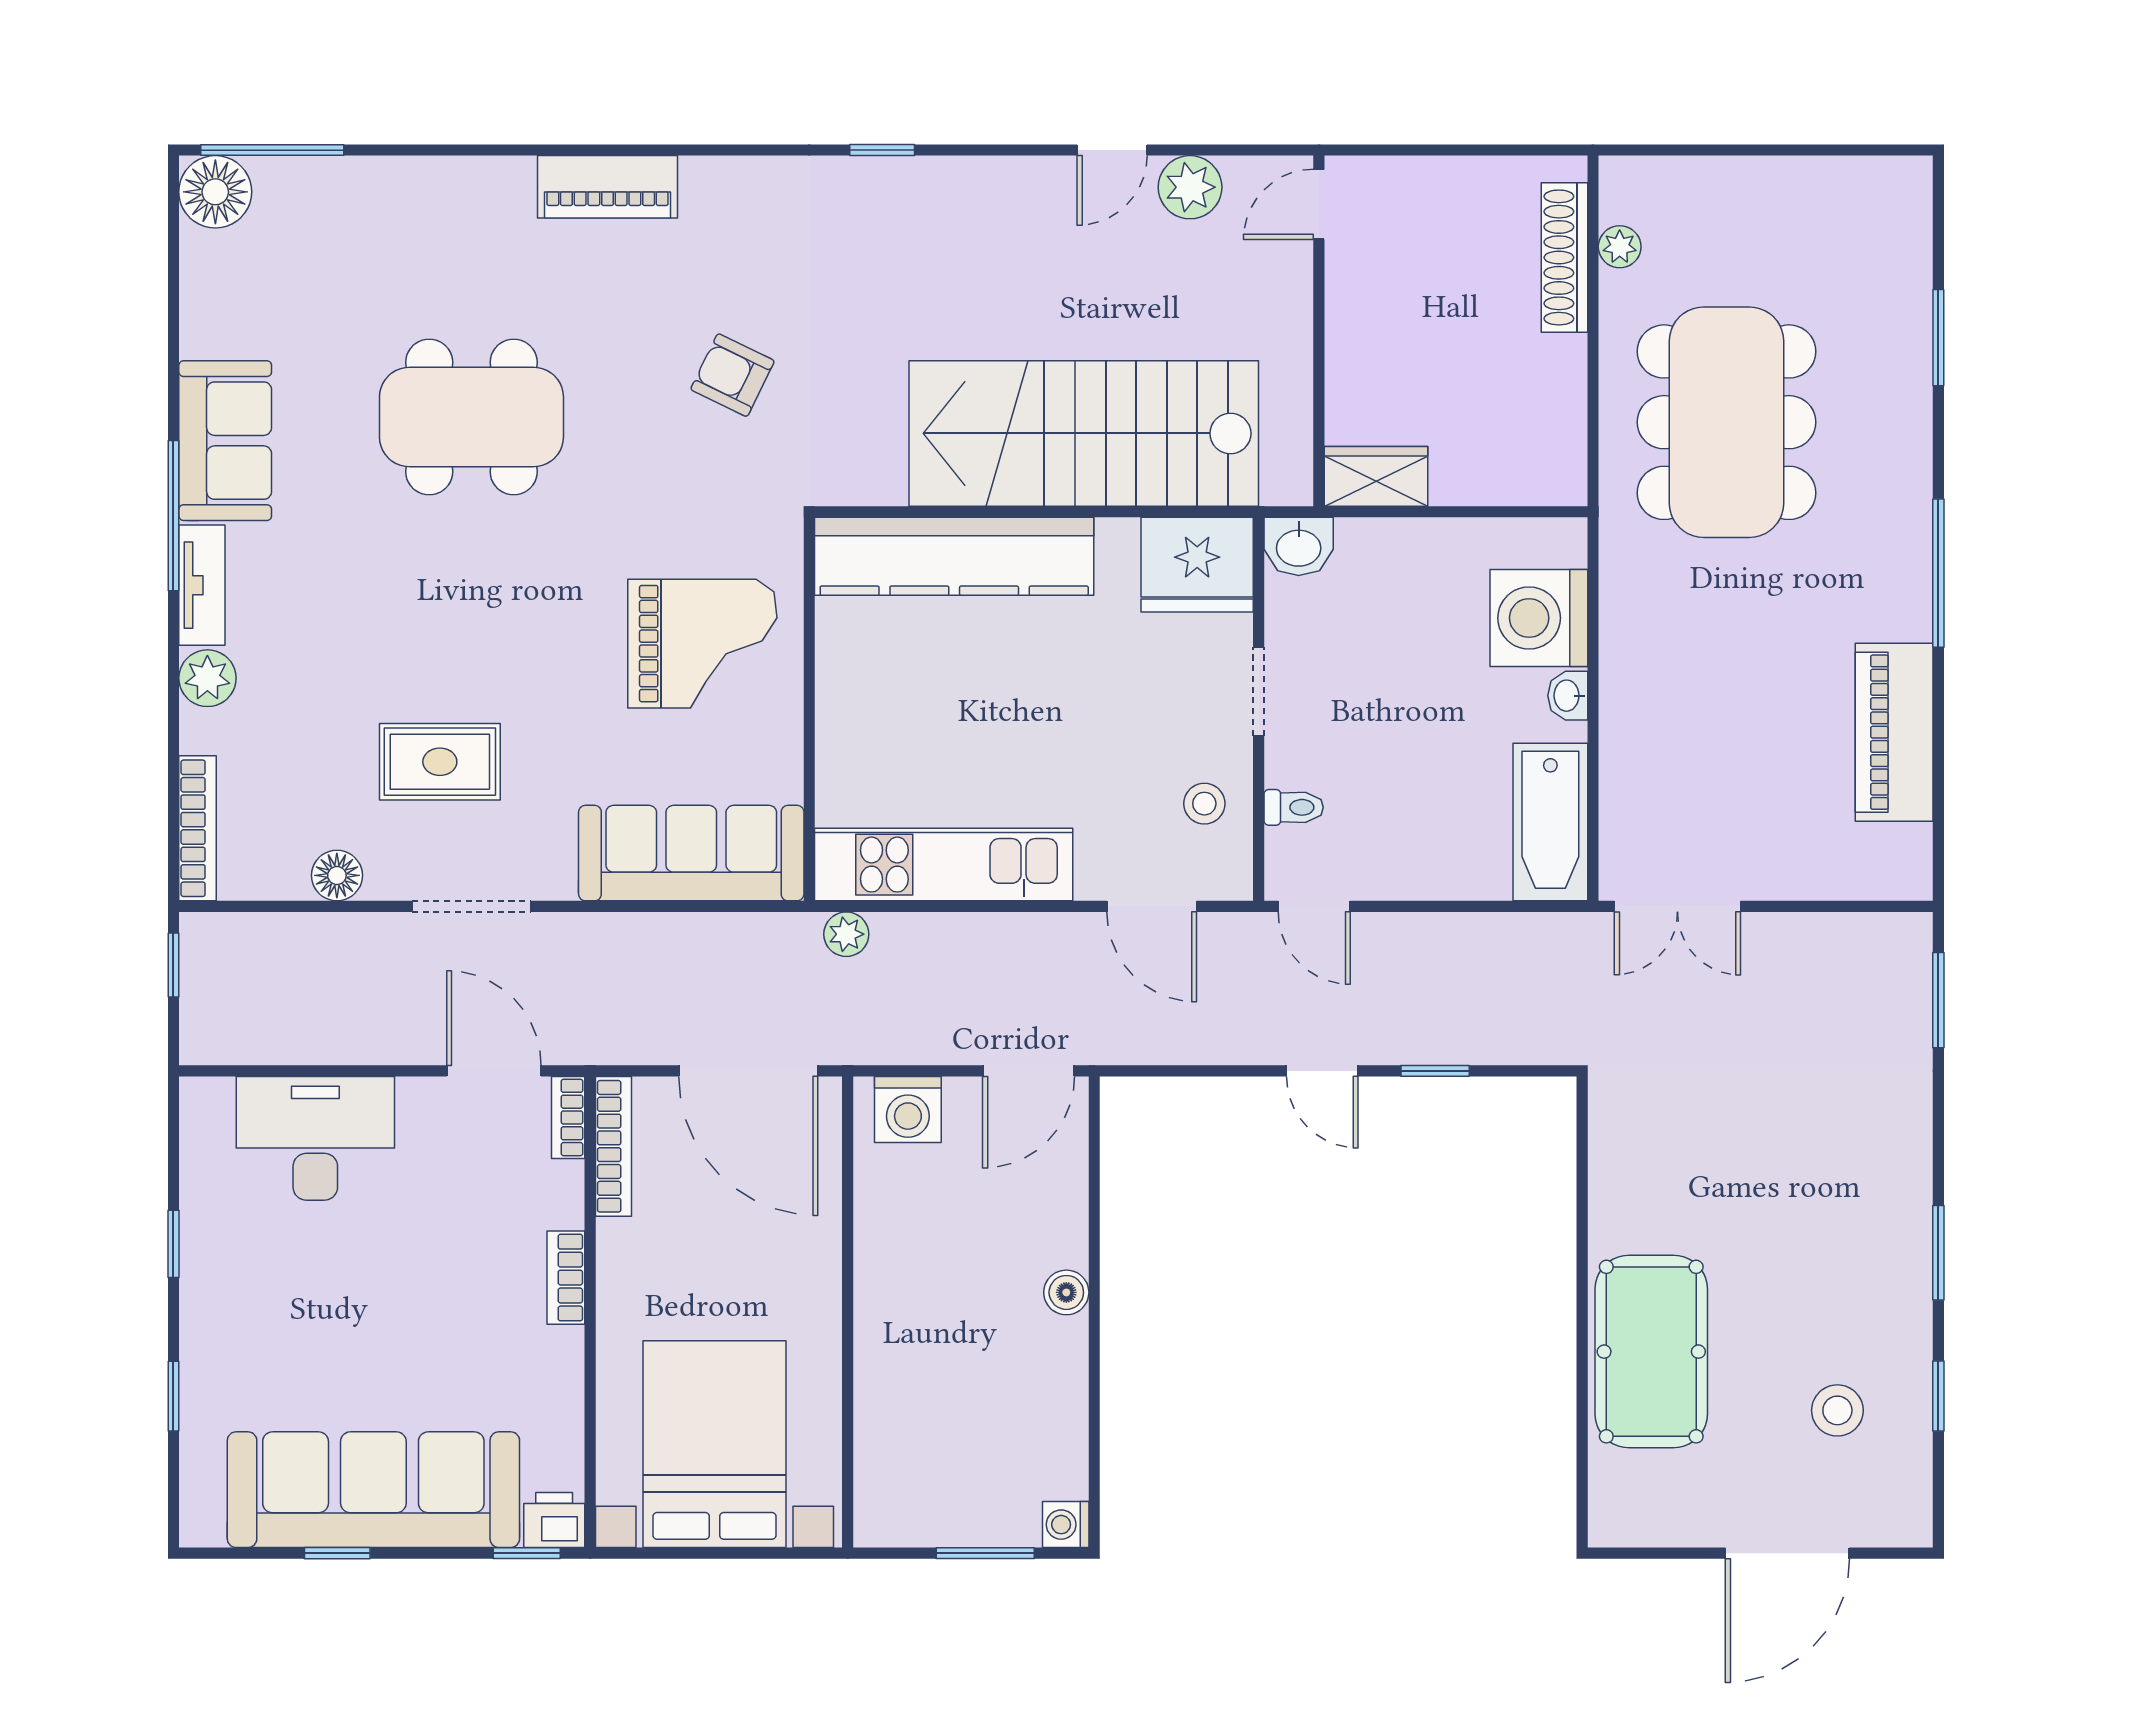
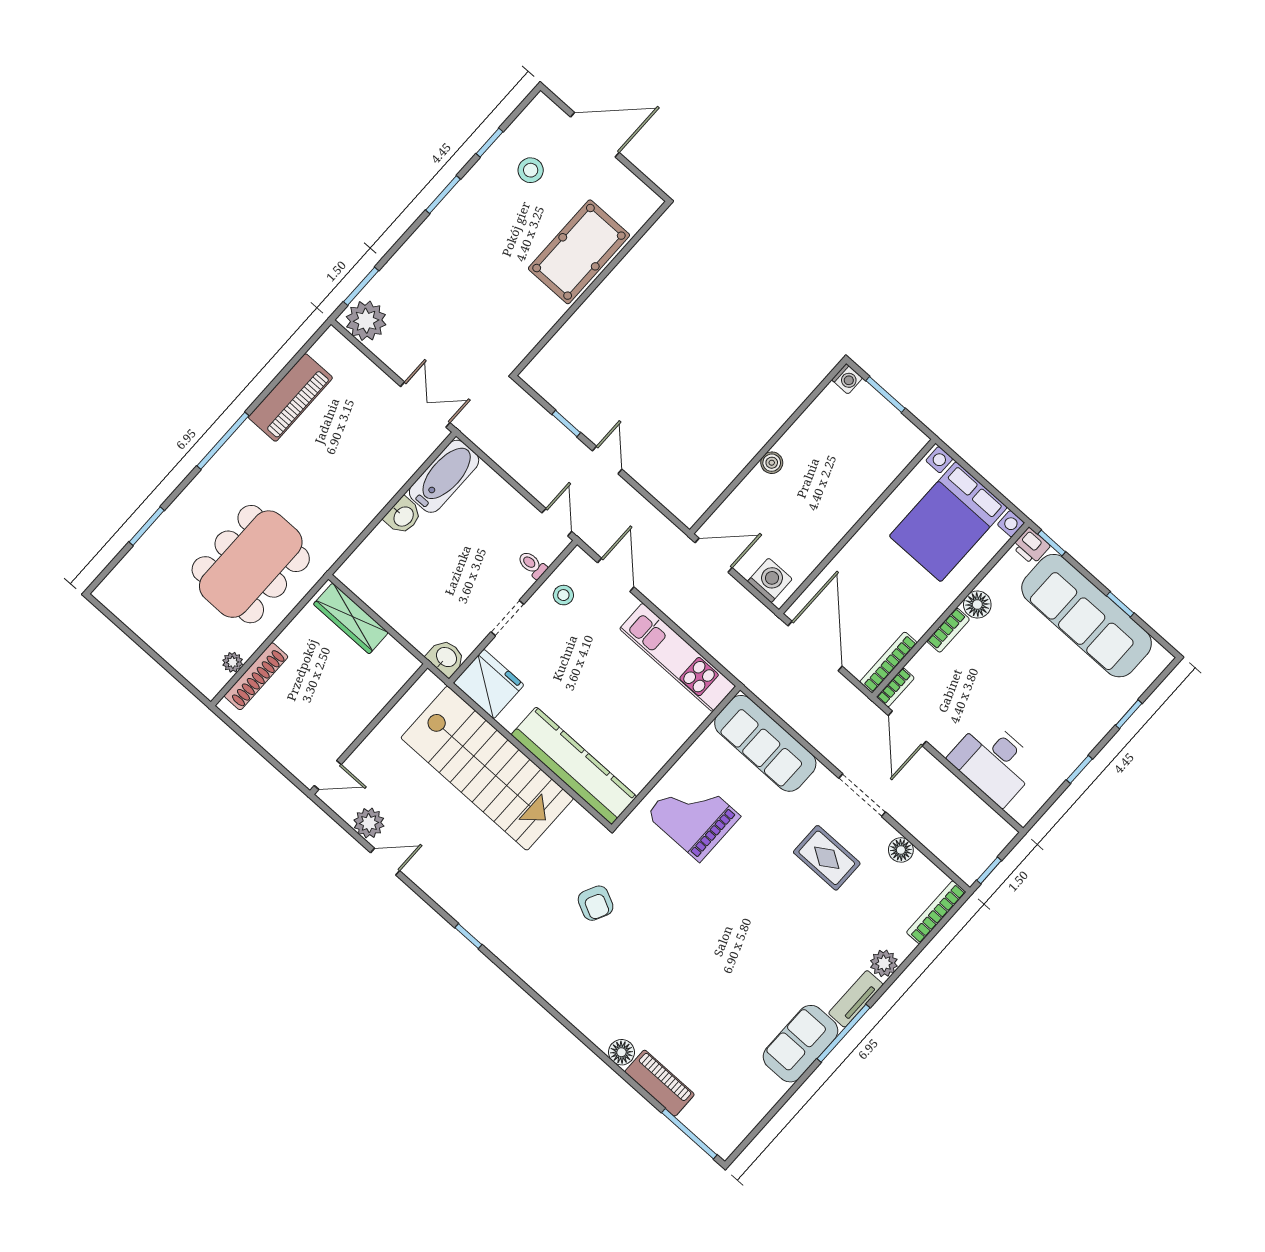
piano: (607, 187) -> (660, 1083), moved
floor lamp: (215, 192) -> (621, 1052), moved, width x0.73, depth x0.73
dining table: (471, 417) -> (704, 972), removed
wardrobe: (1376, 476) -> (351, 618), moved, width x1.50
washing machine: (1539, 618) -> (382, 554), removed
washbasin: (1568, 696) -> (403, 516), width x1.38, depth x1.45
plant: (846, 934) -> (366, 321), moved, width x1.87, depth x1.87
floor lamp: (556, 1357) -> (977, 605), added

